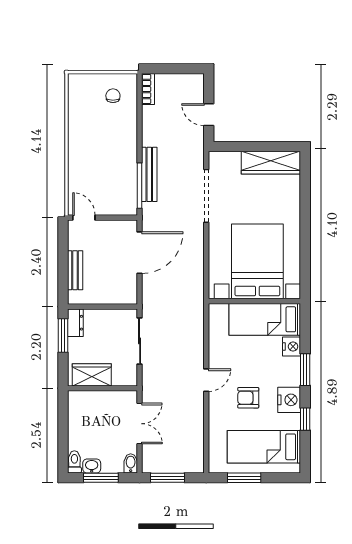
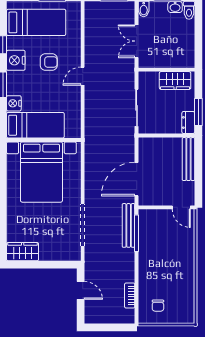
bookcase: (148, 89) -> (130, 296), moved
wardrobe: (271, 163) -> (23, 252), width x0.67
bench: (149, 174) -> (129, 225), moved
bench: (75, 270) -> (189, 159), width x1.36

